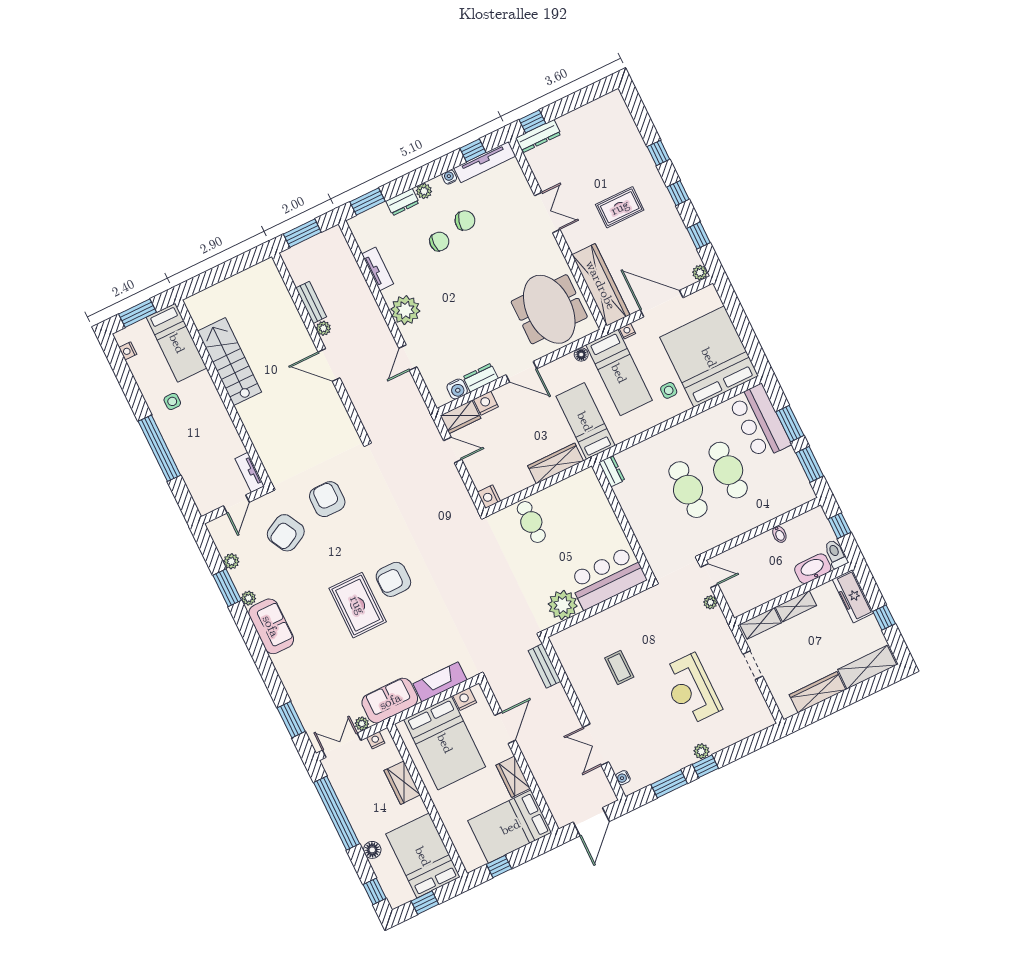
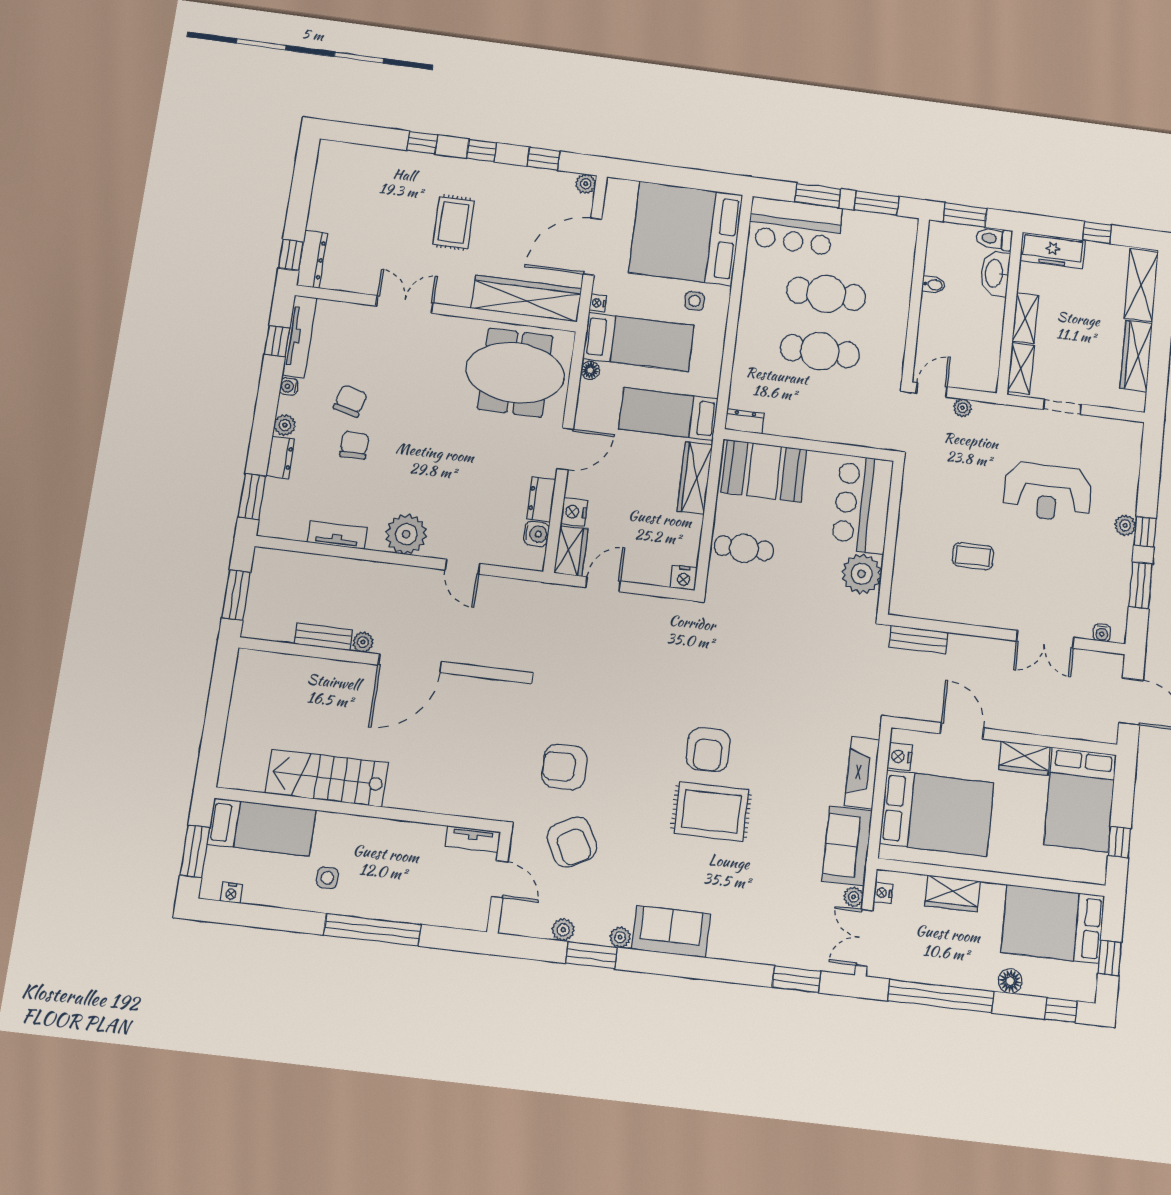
door: (329, 365) -> (410, 663), width x1.36
booth: (588, 503) -> (764, 471), added
window: (839, 526) -> (965, 215), width x1.50

